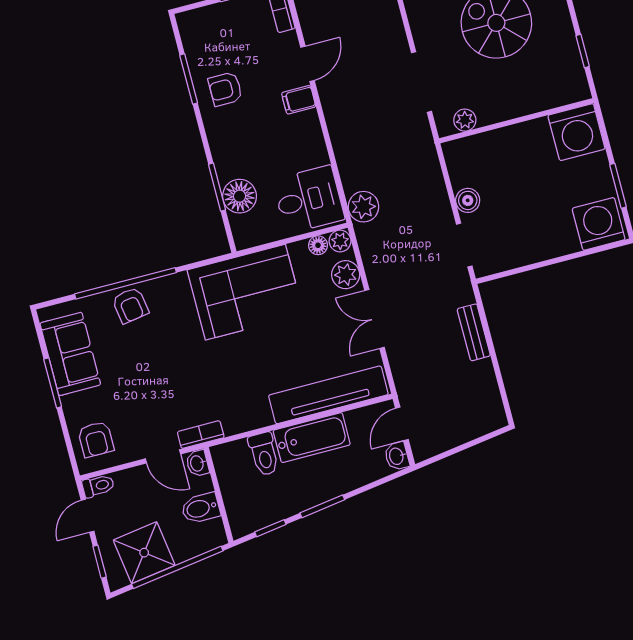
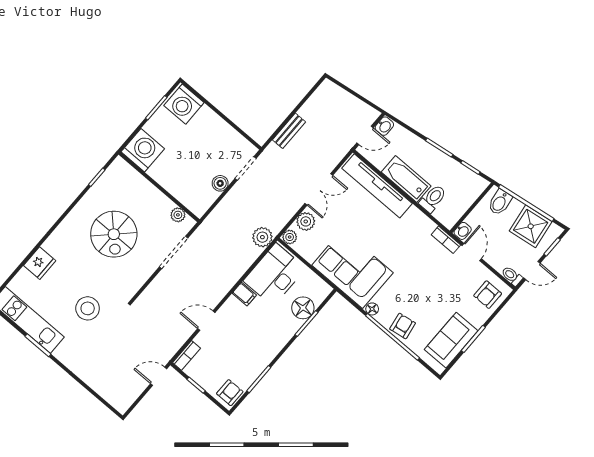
armchair: (225, 89) -> (230, 393), moved, turned -90
filing cabinet: (299, 100) -> (244, 294), moved
desk: (309, 200) -> (274, 275), width x1.37
floor lamp: (318, 245) -> (372, 309), moved
armchair: (96, 439) -> (488, 295), turned 180
bidet: (201, 508) -> (500, 202), moved, turned 82

